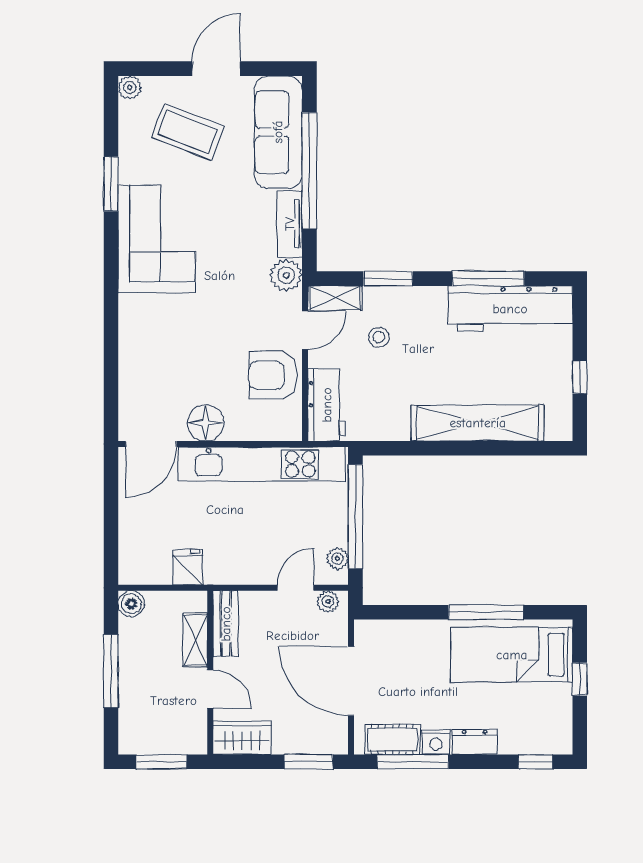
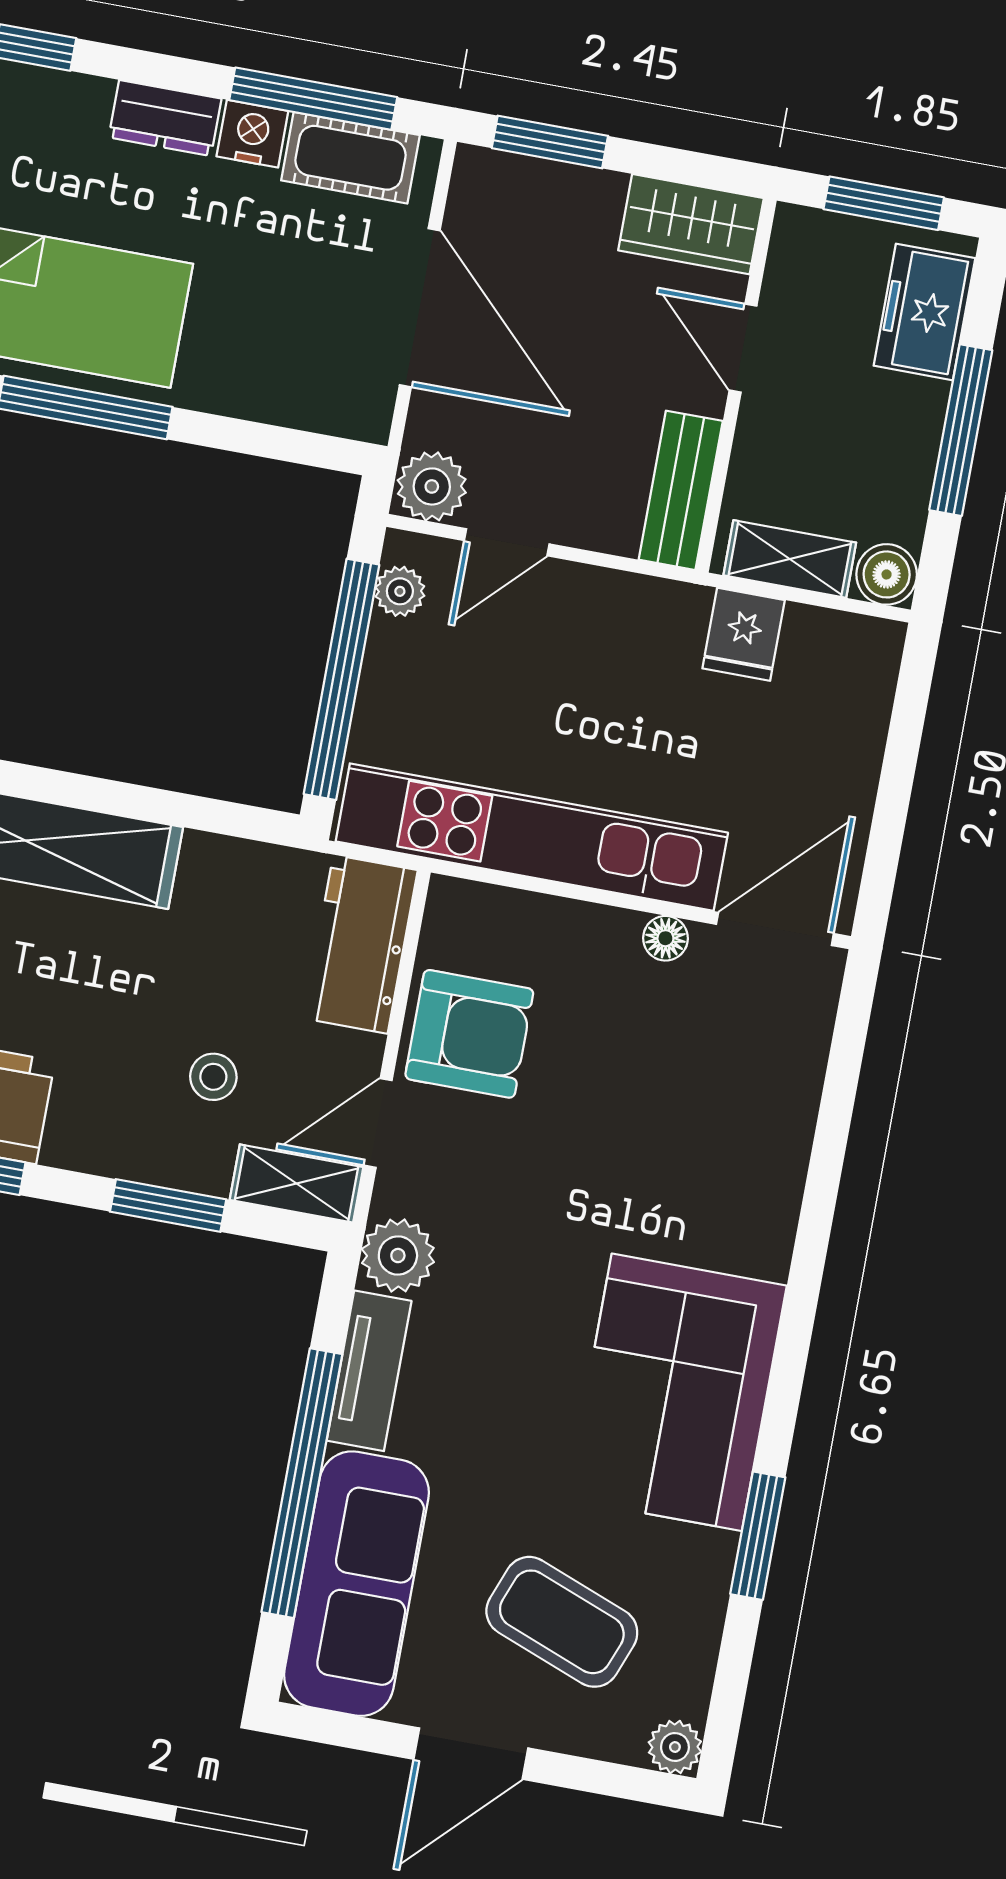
floor lamp: (206, 423) -> (665, 938), width x0.53, depth x0.53
plant: (328, 602) -> (432, 486), width x1.38, depth x1.38
shelving: (195, 640) -> (790, 559), moved, turned 90
freezer: (136, 719) -> (924, 312), added

